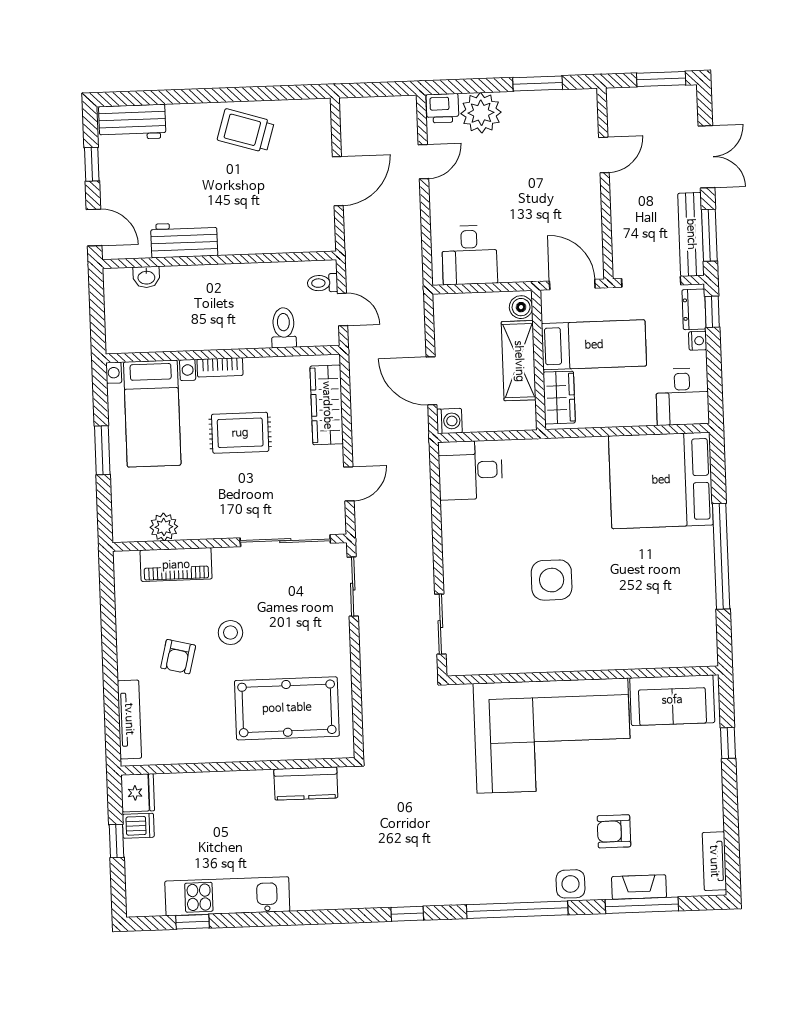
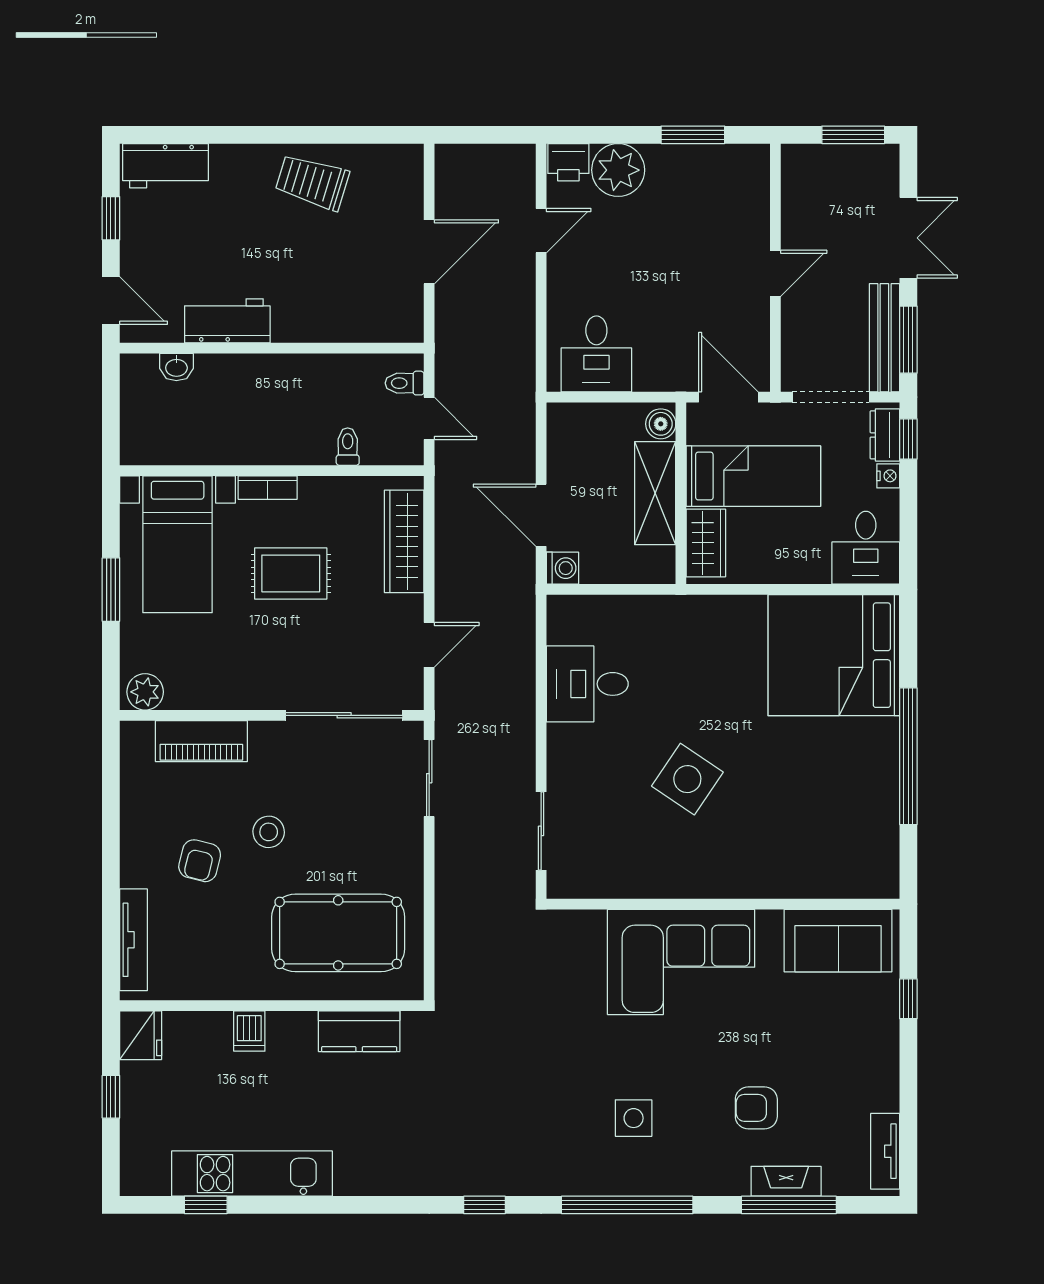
door: (604, 155) -> (775, 273), moved
toilet: (284, 328) -> (348, 447), width x0.73, depth x0.72
desk: (470, 470) -> (587, 684), moved
plant: (164, 527) -> (145, 692), moved
side table: (552, 580) -> (687, 779), turned 34
corner sofa: (552, 736) -> (681, 962), width x0.73, depth x0.74
dishwasher: (138, 826) -> (249, 1031), moved, turned 90
side table: (571, 884) -> (634, 1118), moved

